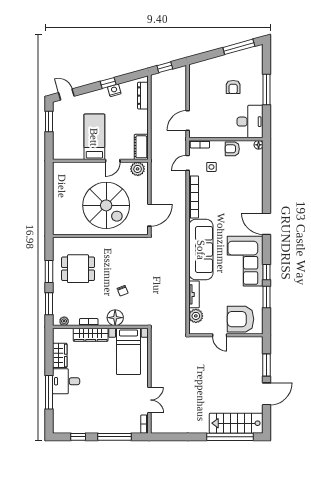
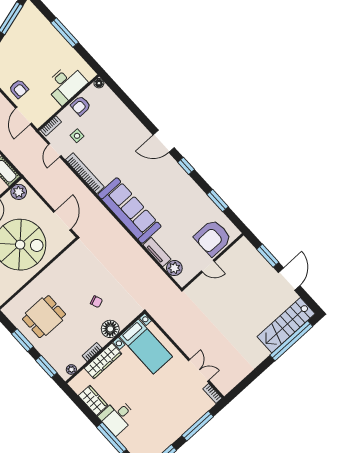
armchair: (233, 87) -> (19, 89), moved
desk: (250, 122) -> (66, 84), moved, turned 90
corner sofa: (245, 261) -> (174, 187), removed
window: (267, 272) -> (186, 166), moved

